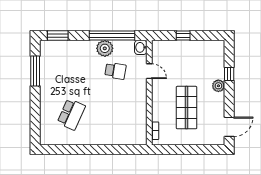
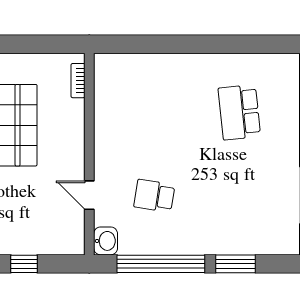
window: (58, 35) -> (235, 264), moved
plant: (105, 48) -> (175, 239), removed
school desk: (71, 114) -> (239, 112), turned -30

